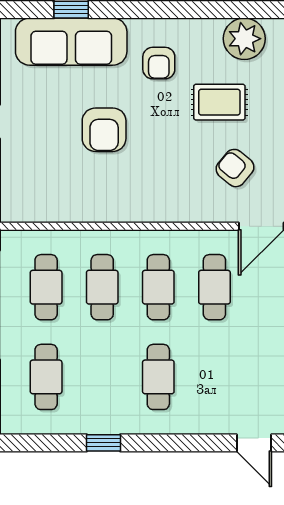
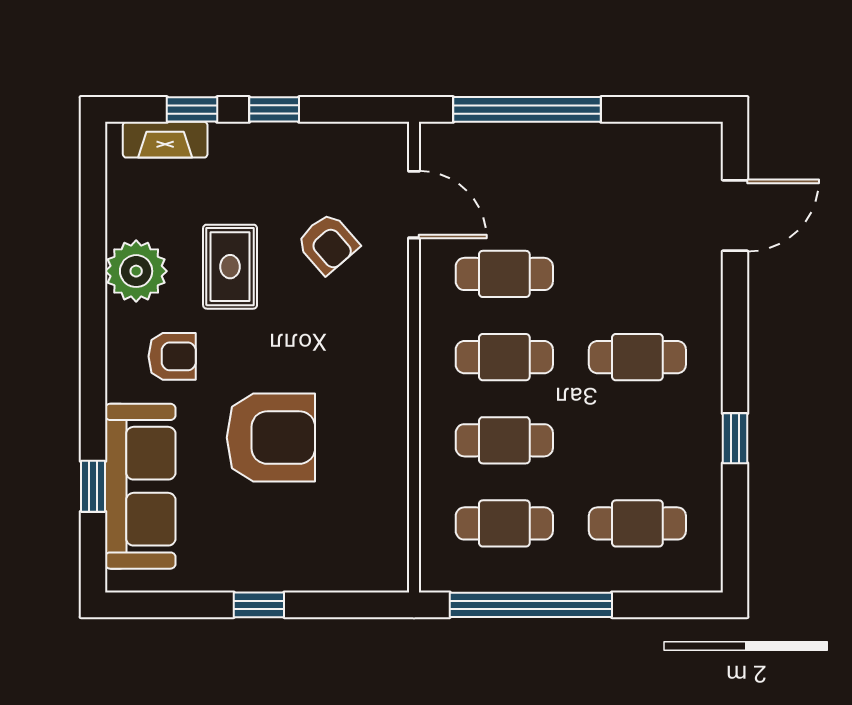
plant: (244, 39) -> (136, 271), moved
armchair: (104, 130) -> (271, 438), width x1.36, depth x1.36
armchair: (235, 168) -> (328, 243), turned -80
door: (254, 443) -> (735, 215), width x1.38

